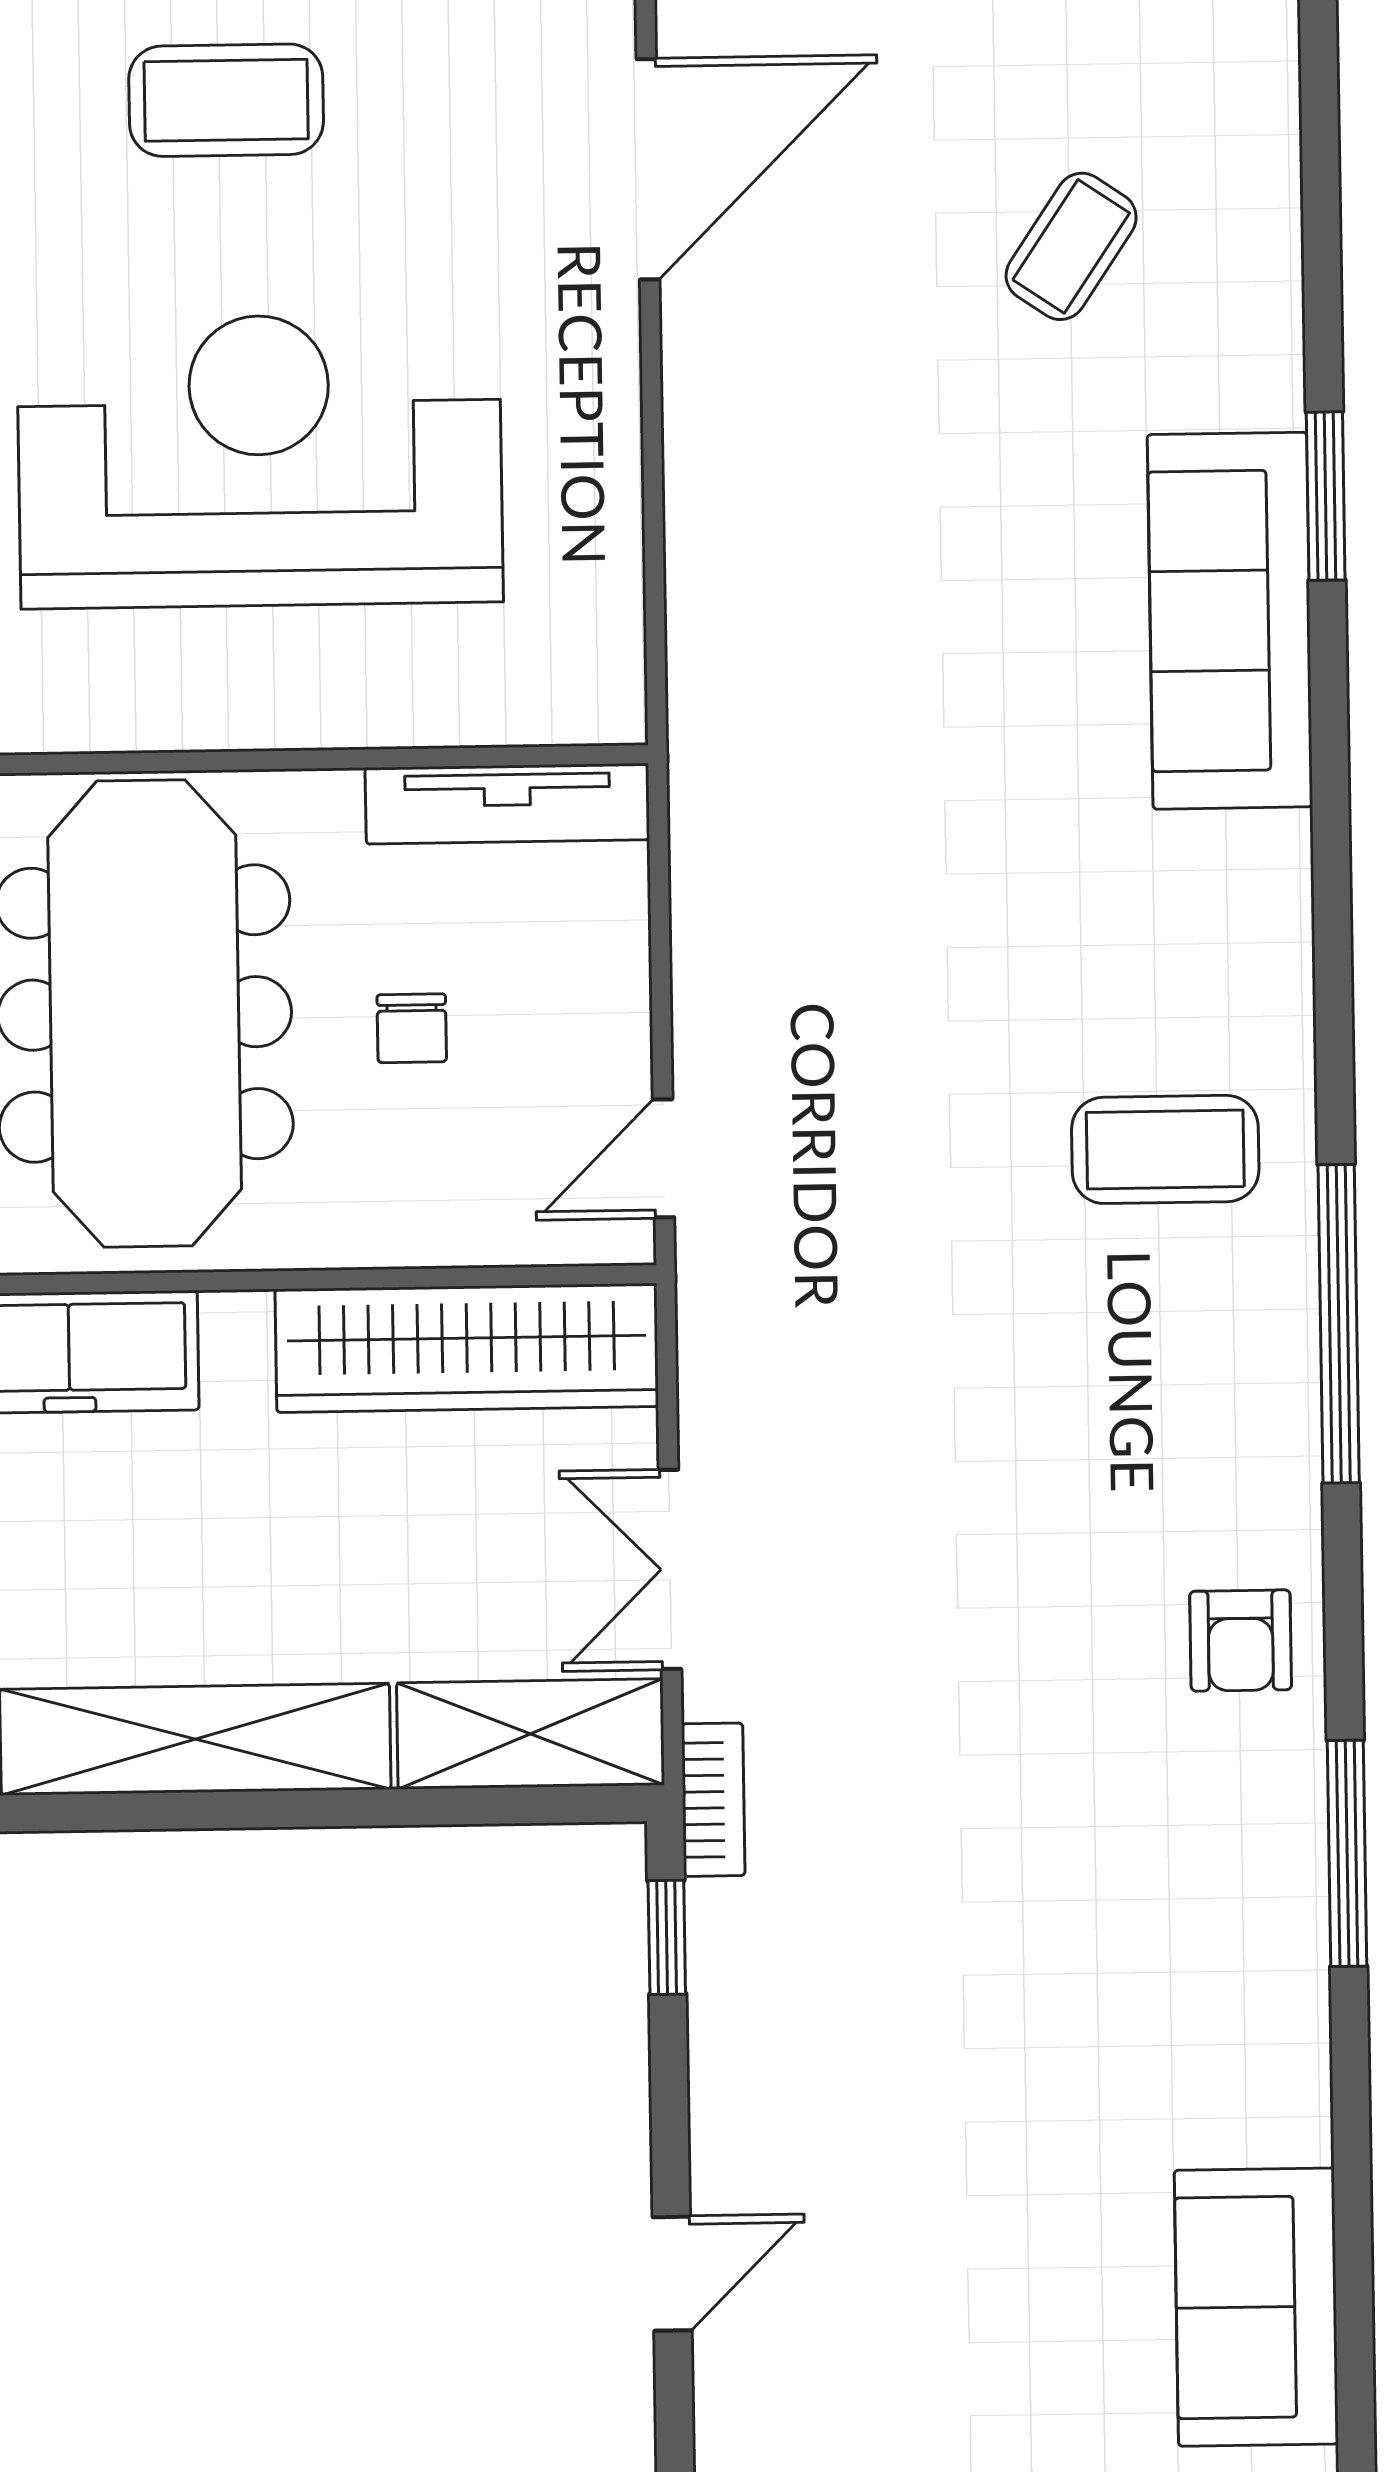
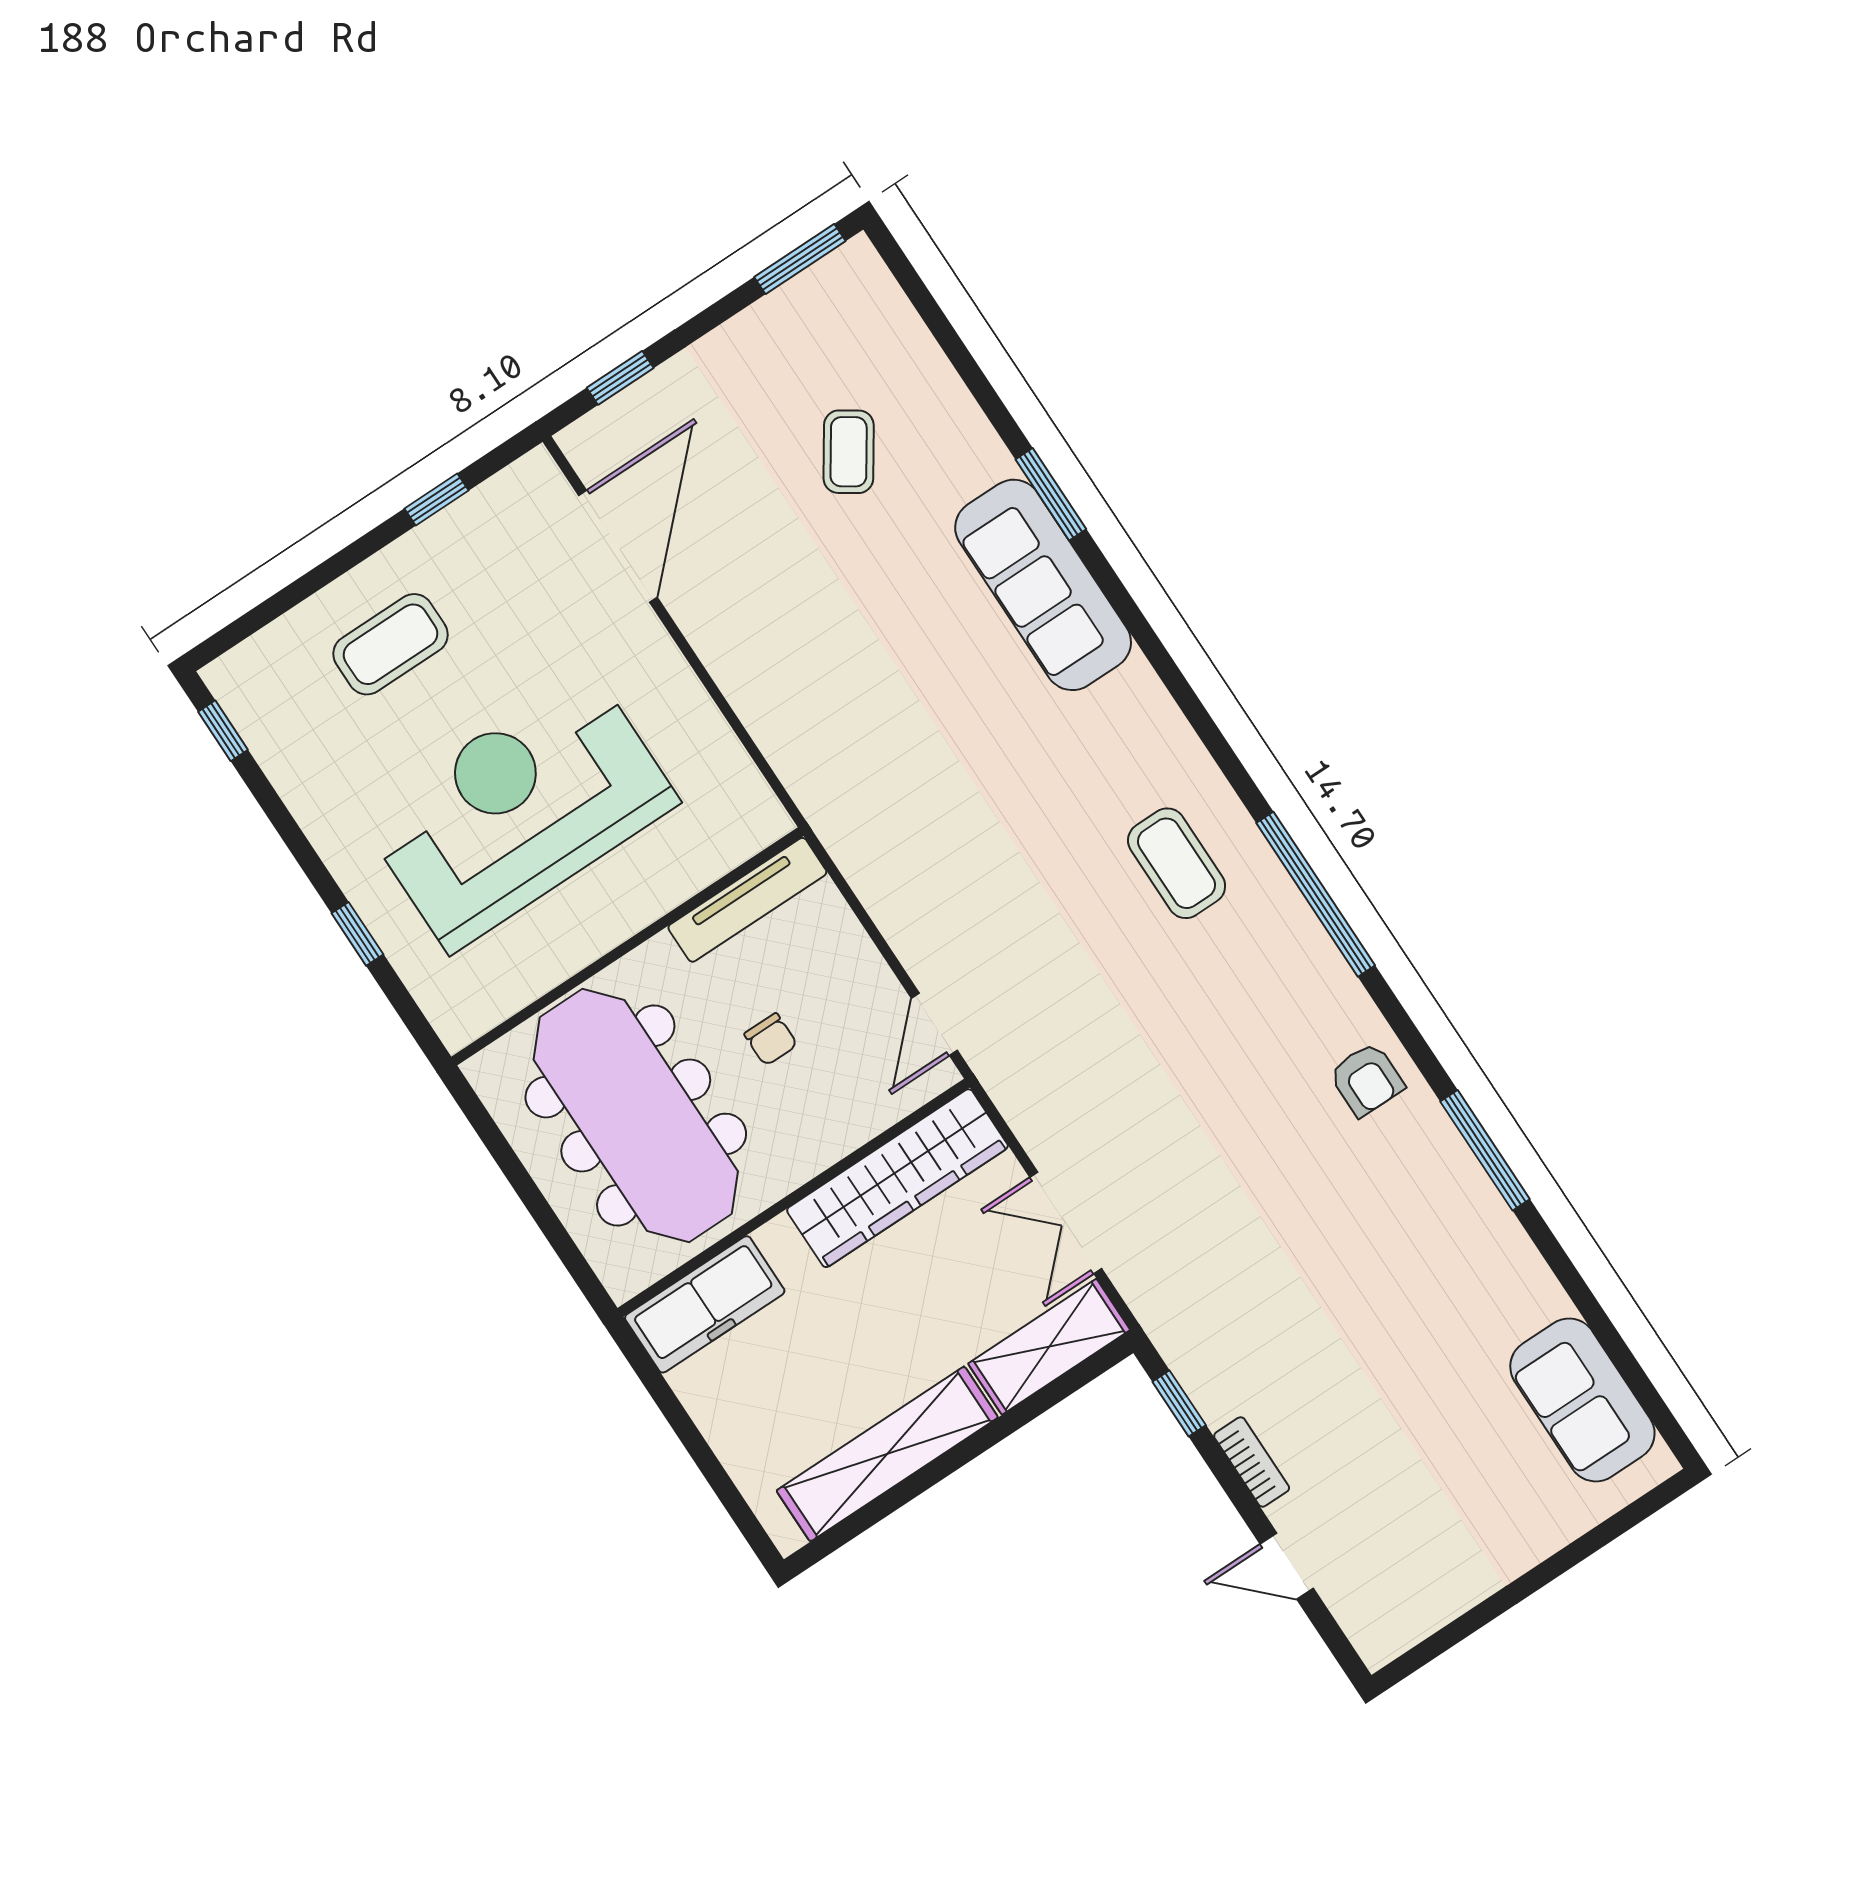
coffee table: (1165, 1149) -> (1177, 863), turned 90
bookcase: (713, 1800) -> (1252, 1462), moved
door: (672, 2274) -> (1287, 1566), swing flipped

